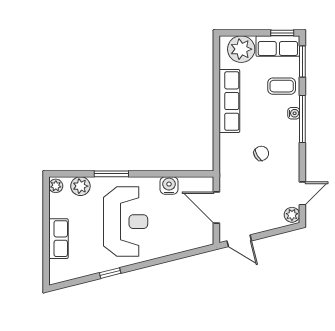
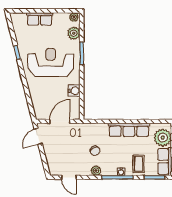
plant: (292, 215) -> (96, 171), moved
reception desk: (126, 222) -> (51, 63), turned 180

